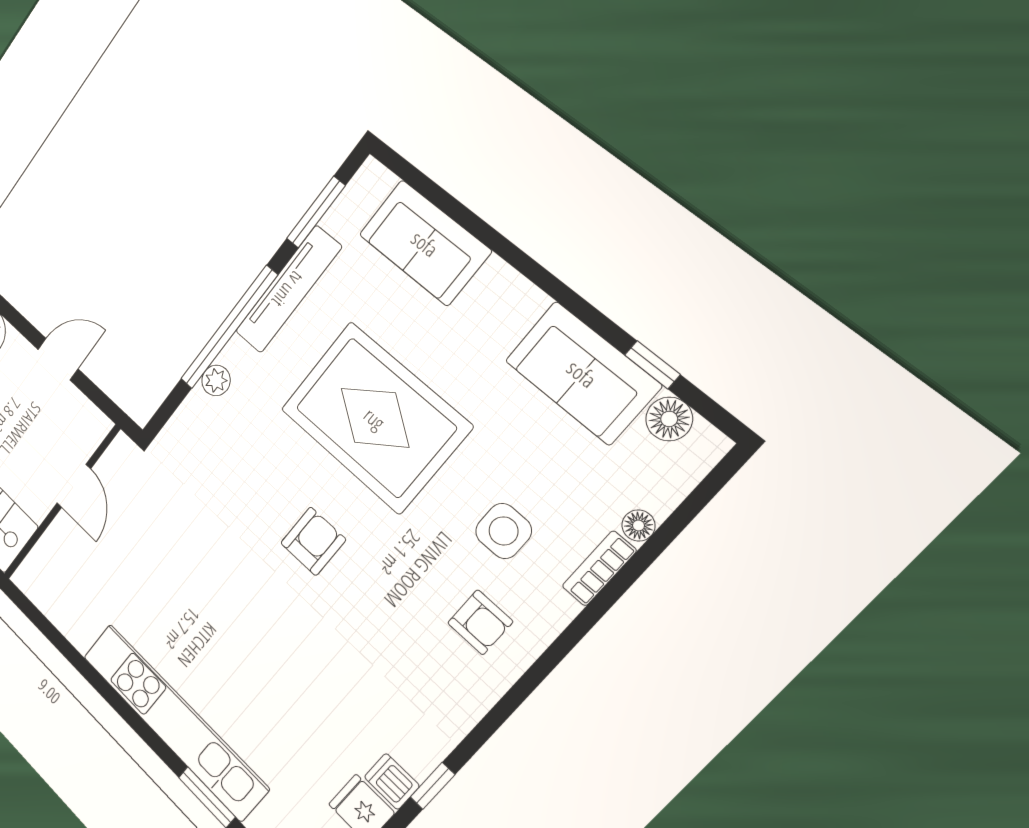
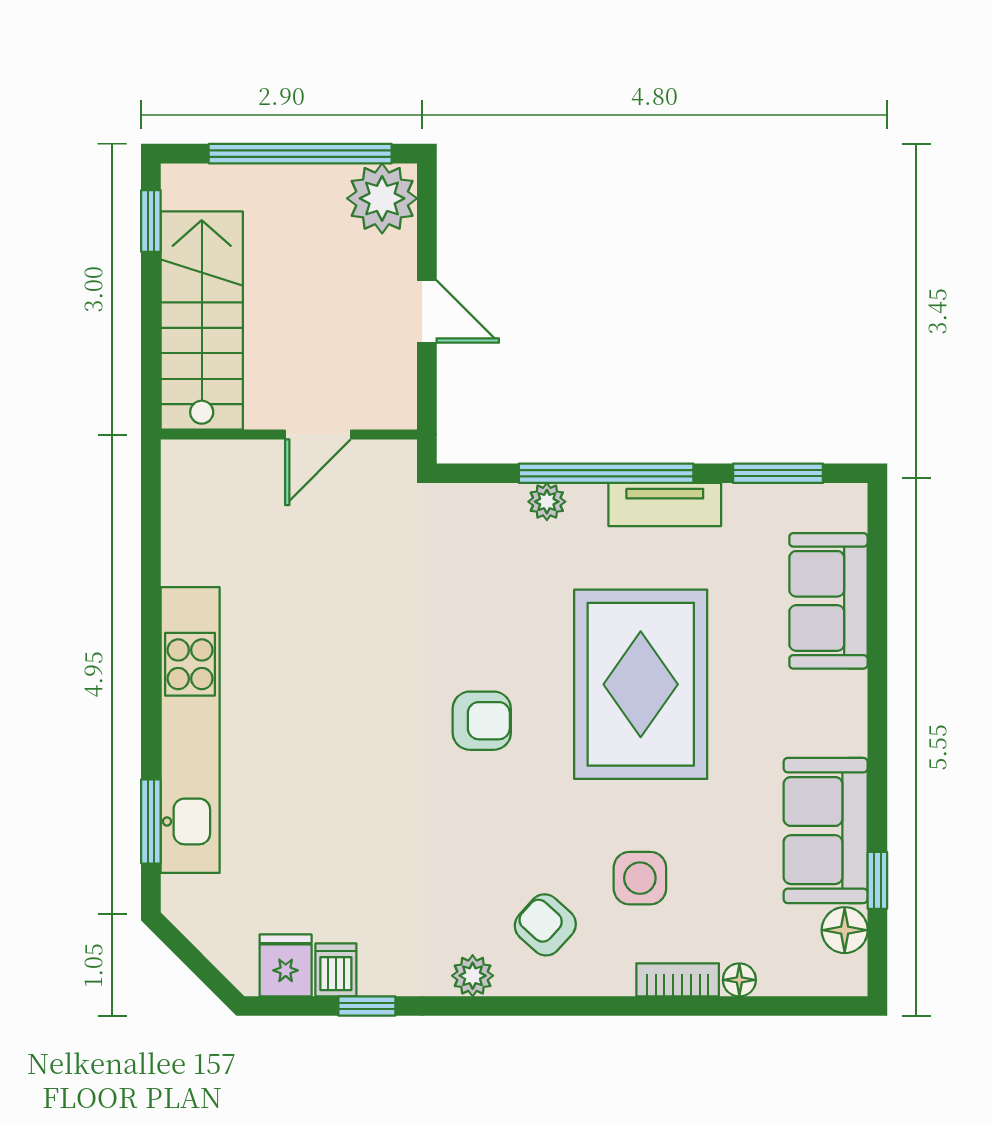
tv unit: (288, 290) -> (665, 504), width x0.71
armchair: (480, 622) -> (545, 925), turned 132
plant: (473, 701) -> (473, 976), added

